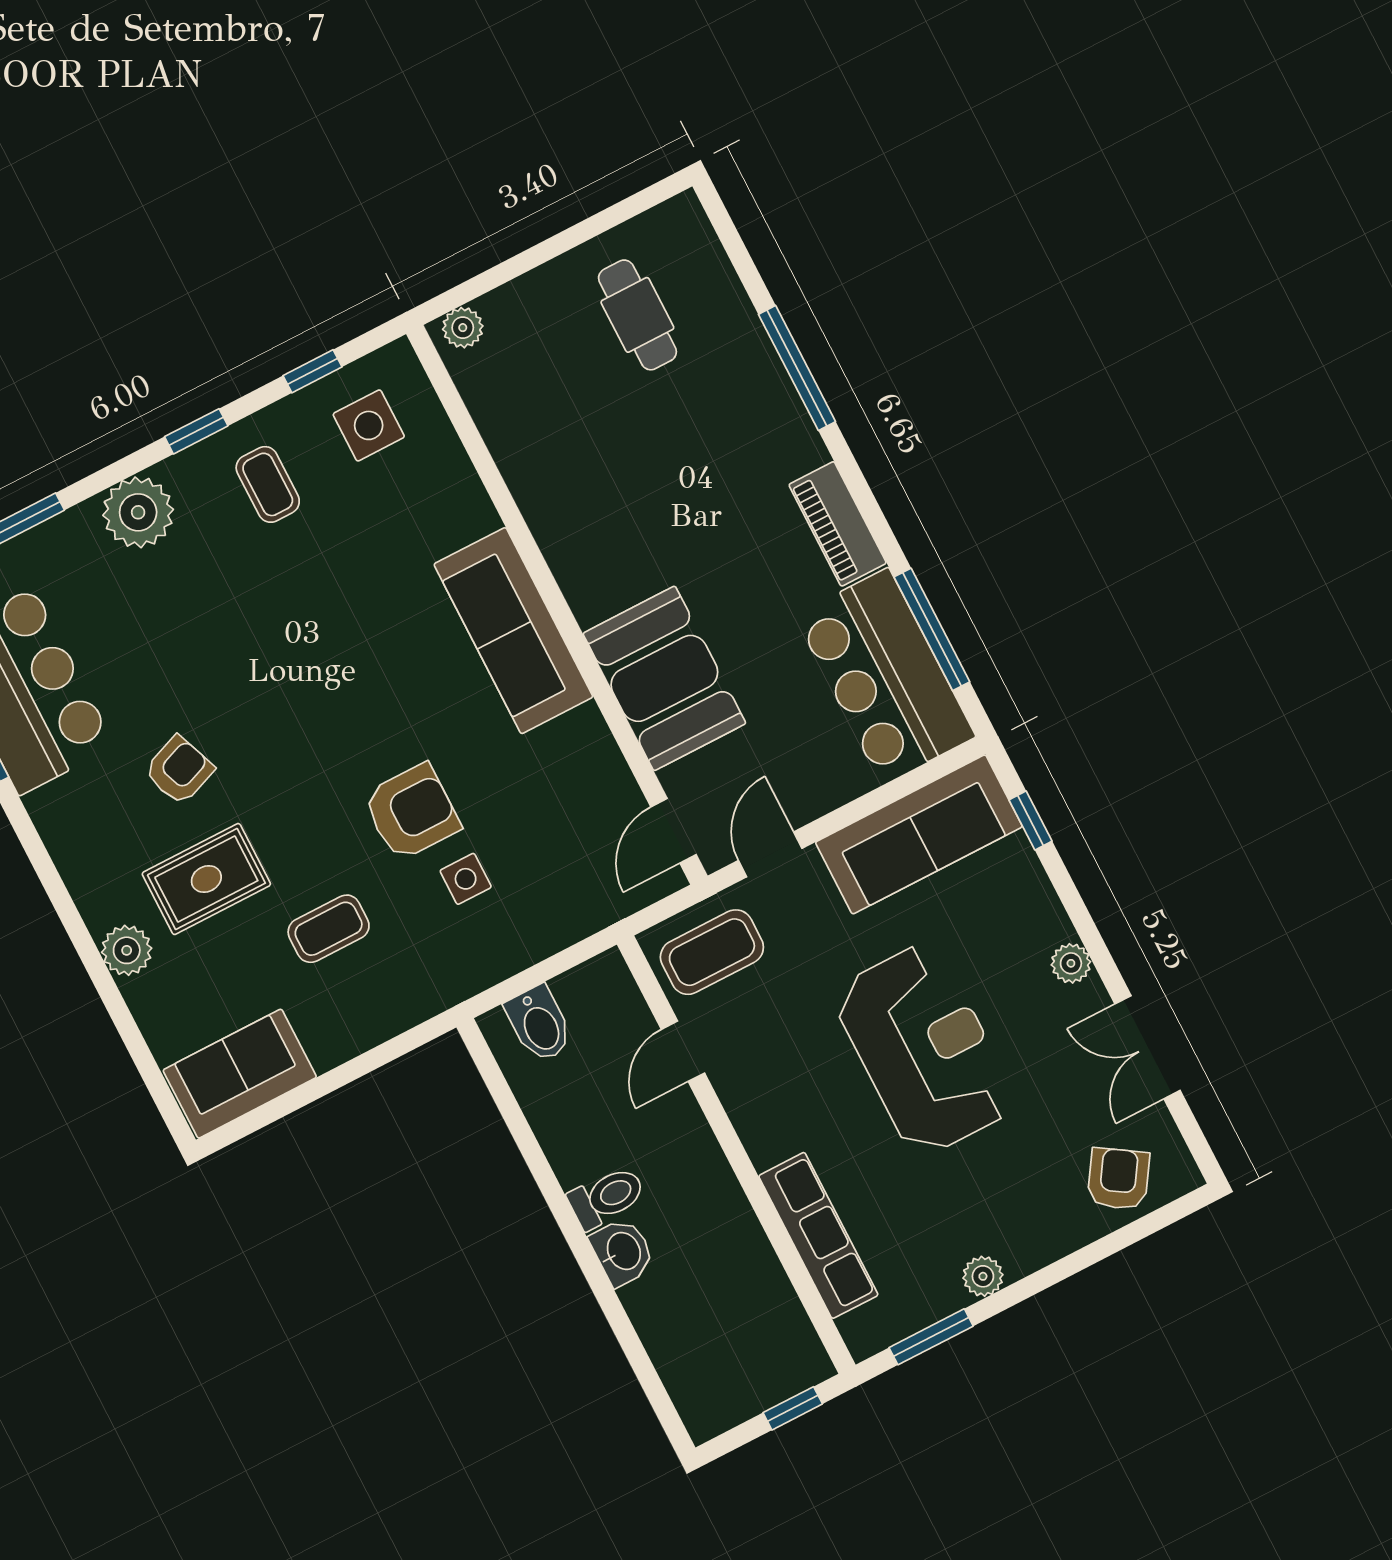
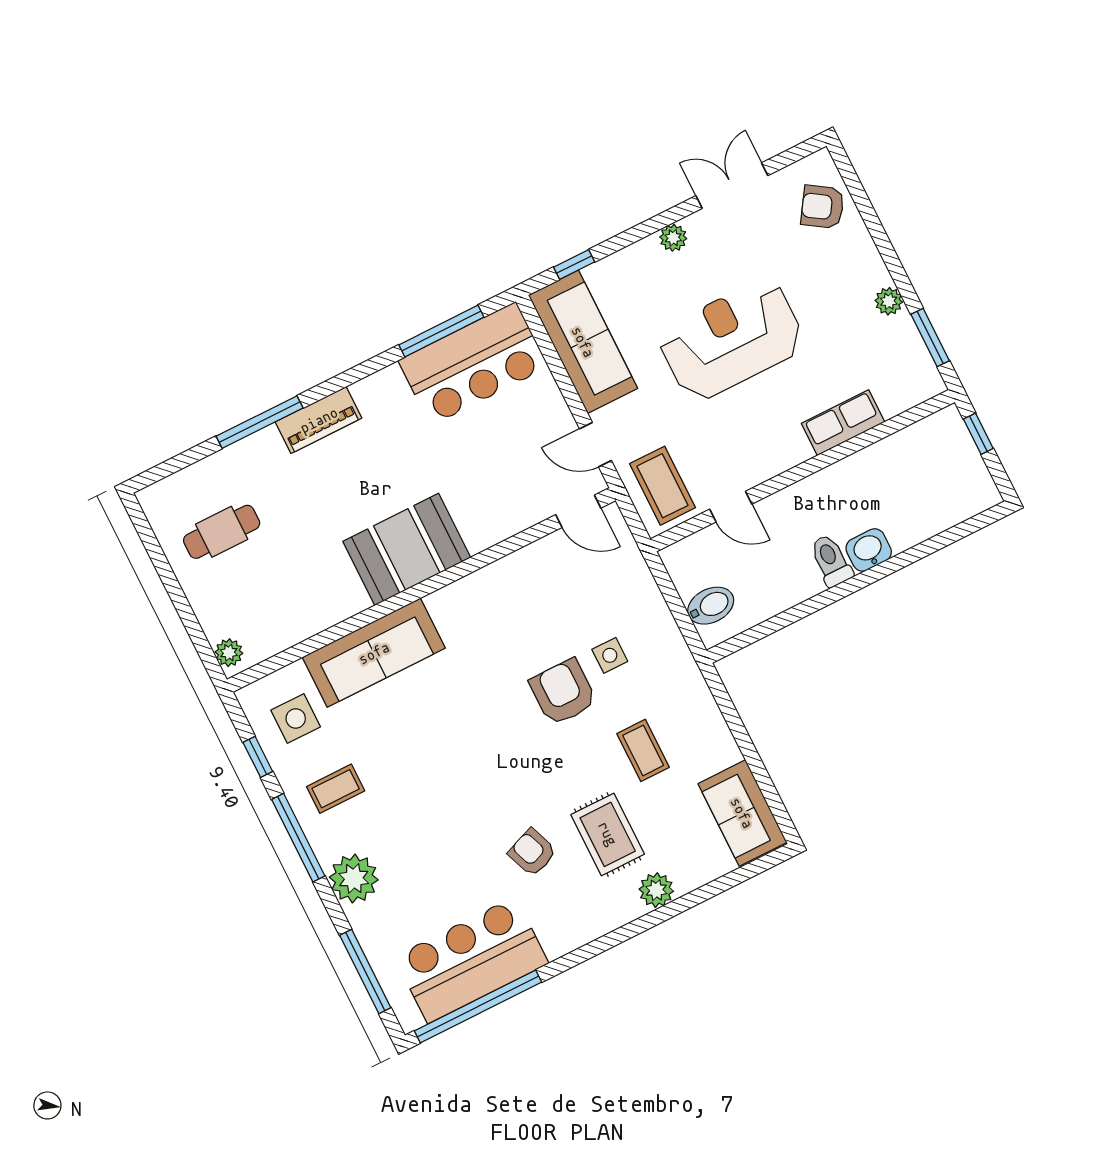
window: (196, 431) -> (298, 838), width x2.17
piano: (838, 524) -> (319, 420), moved
sofa: (513, 631) -> (374, 653), moved
booth: (664, 678) -> (407, 549), moved
double door: (1148, 1047) -> (732, 186), swing flipped
row of seats: (818, 1235) -> (843, 423), width x0.68

